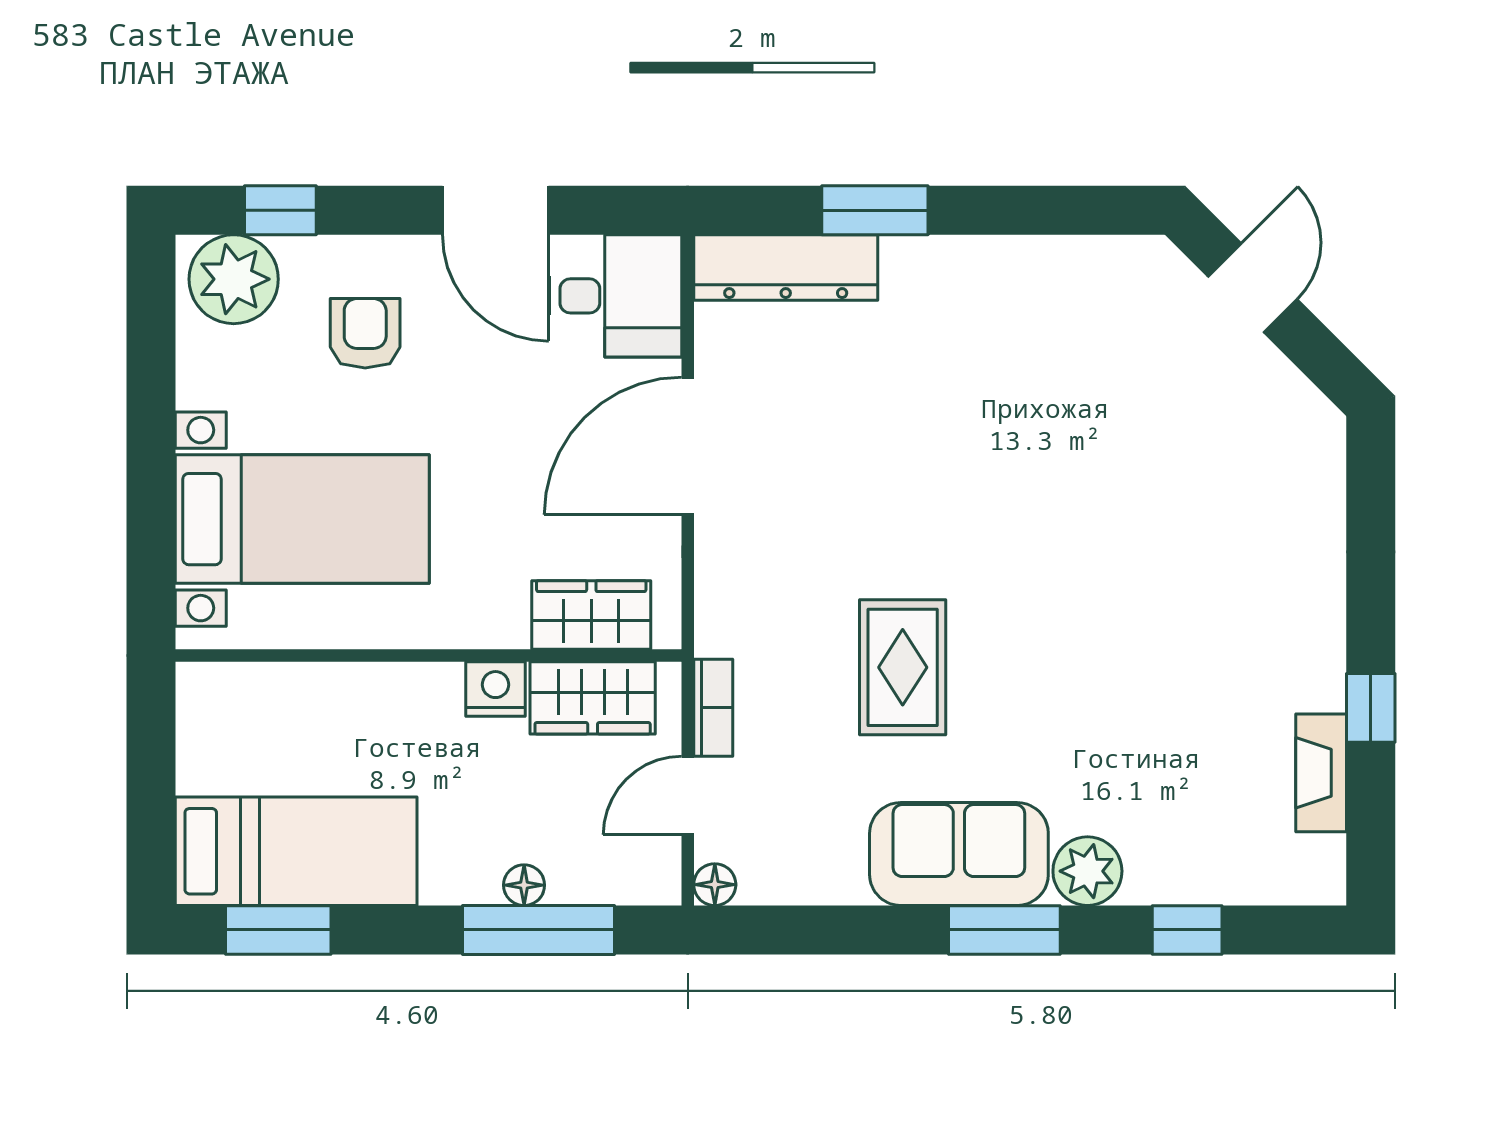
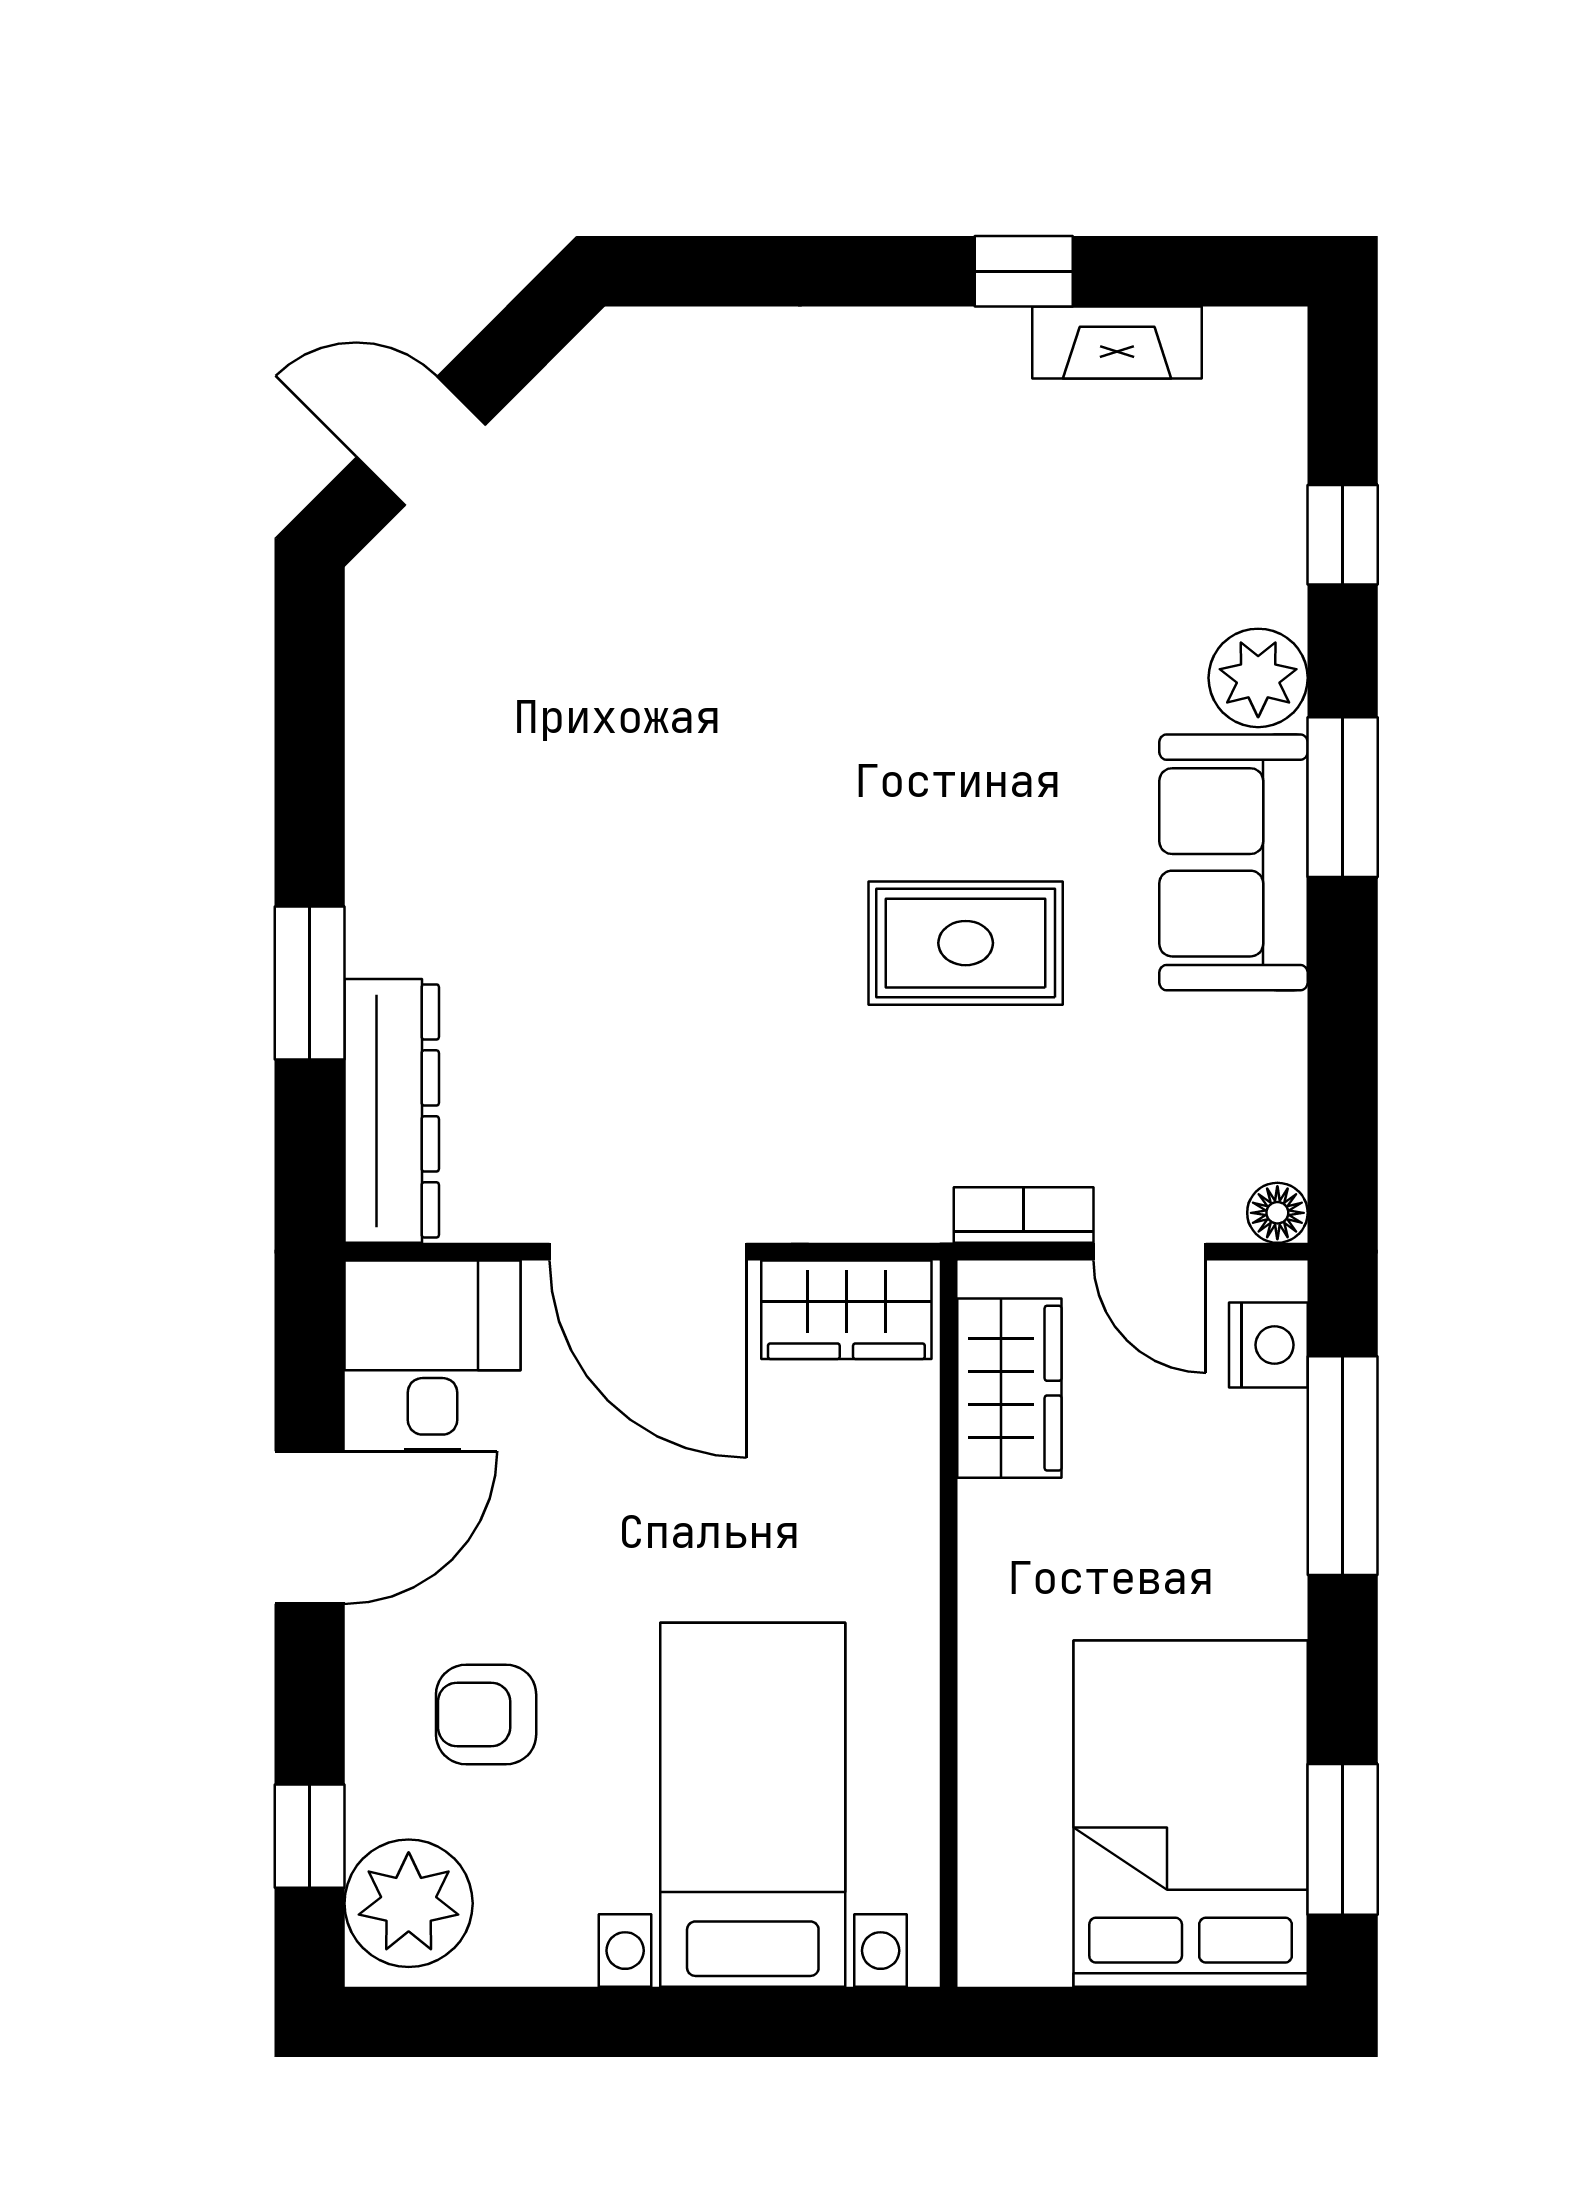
wardrobe: (591, 615) -> (846, 1310), moved, turned -90
nightstand: (496, 689) -> (1268, 1345), moved, turned 180
bed: (296, 851) -> (1191, 1814), width x1.50
floor lamp: (524, 885) -> (1278, 1486), removed

